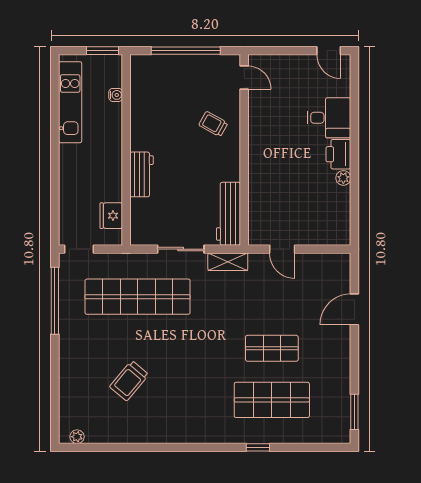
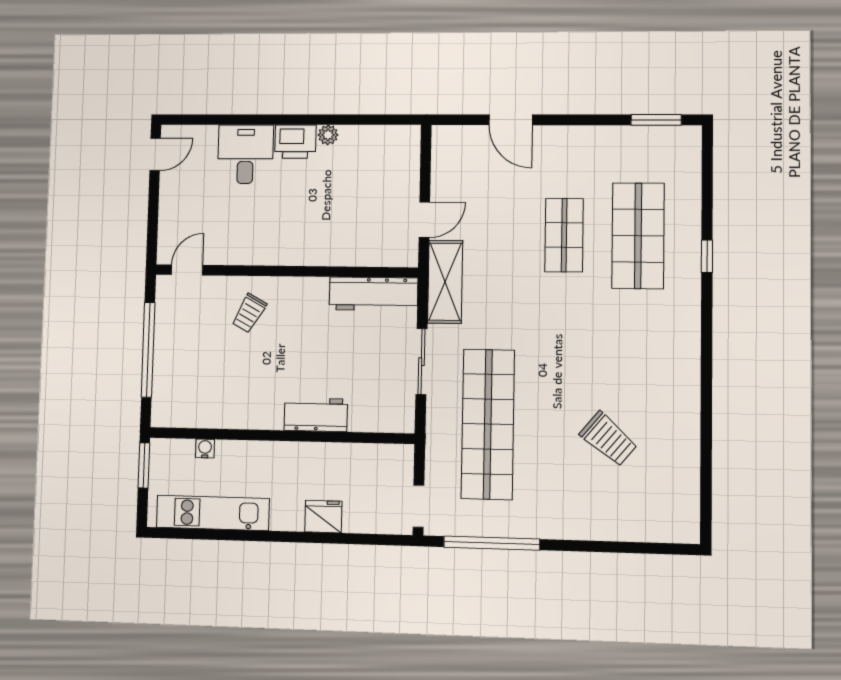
fridge: (111, 216) -> (323, 517), moved, turned 180
shelving: (228, 262) -> (445, 282), width x1.50, depth x1.33
plant: (77, 437) -> (690, 517), removed

